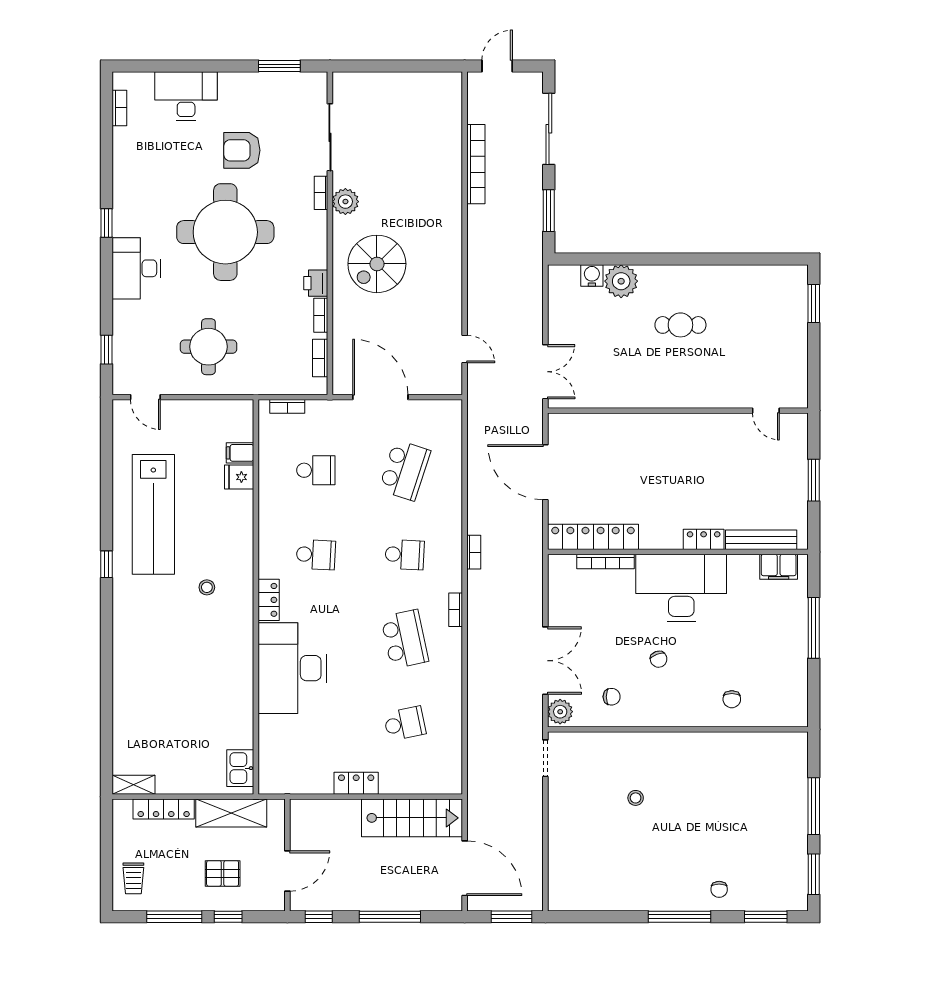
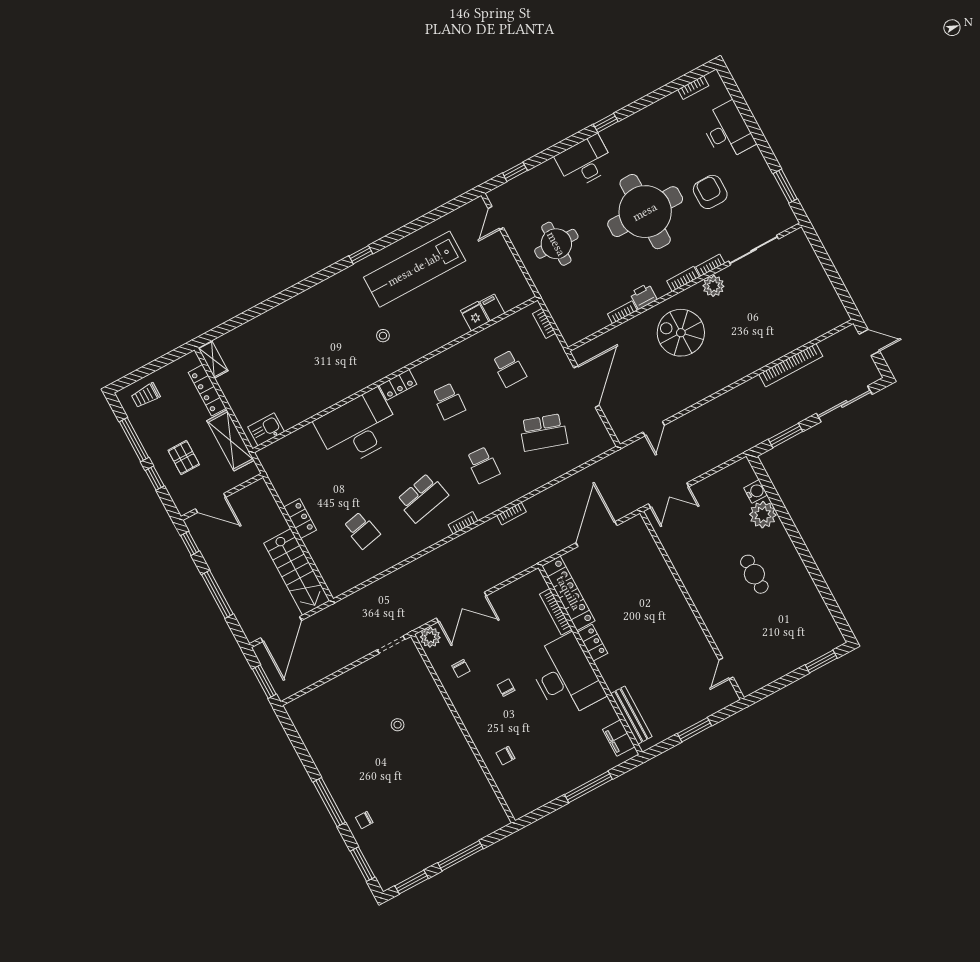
bookcase: (320, 358) -> (683, 279), moved
locker: (704, 539) -> (593, 643), moved
chair: (659, 659) -> (506, 688), turned 110

